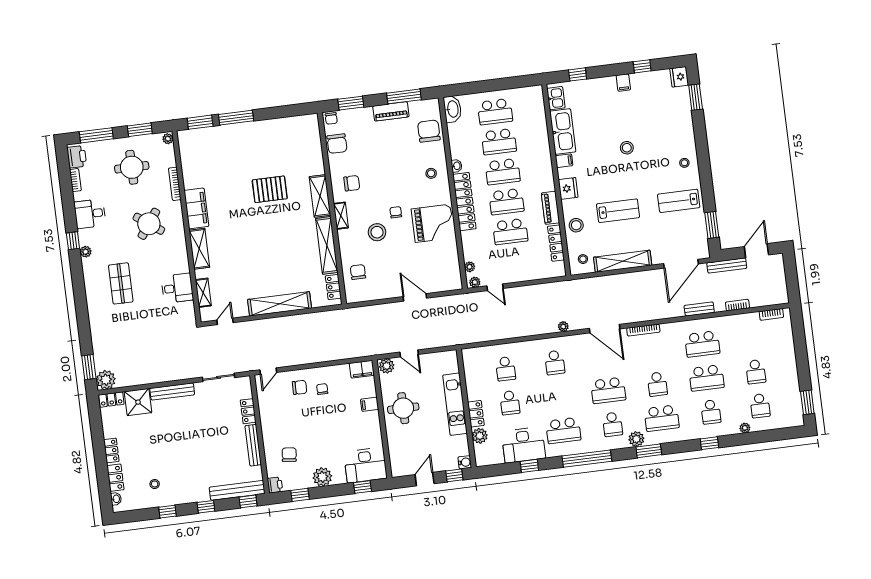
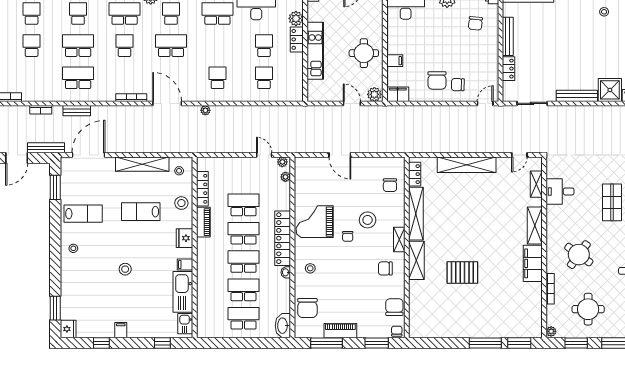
chair: (322, 389) -> (437, 80), width x1.87, depth x1.87

